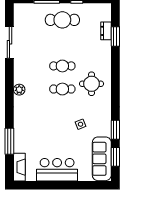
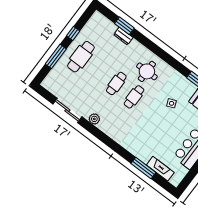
dresser: (106, 31) -> (123, 36), moved
plant: (19, 90) -> (94, 119), moved
fireplace: (19, 167) -> (160, 169), moved

